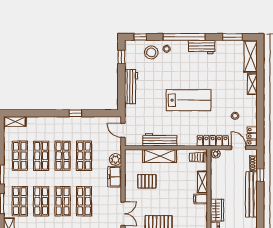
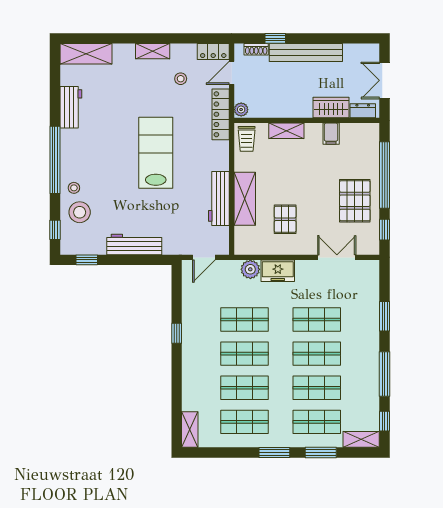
window: (233, 37) -> (55, 83), removed
workbench: (202, 47) -> (71, 107), moved
shelving: (252, 84) -> (153, 51), moved
filing cabinet: (201, 199) -> (331, 134), moved

